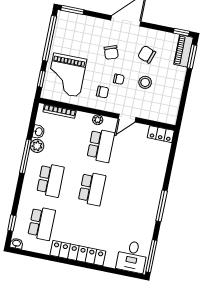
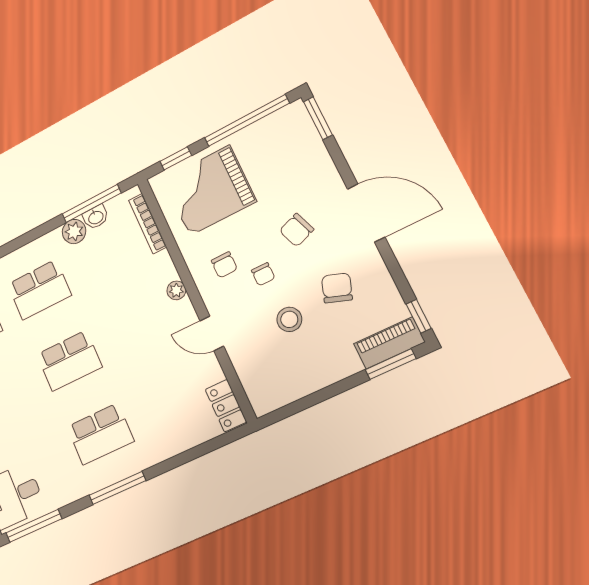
school desk: (101, 146) -> (100, 434), moved
window: (25, 156) -> (91, 204), moved

